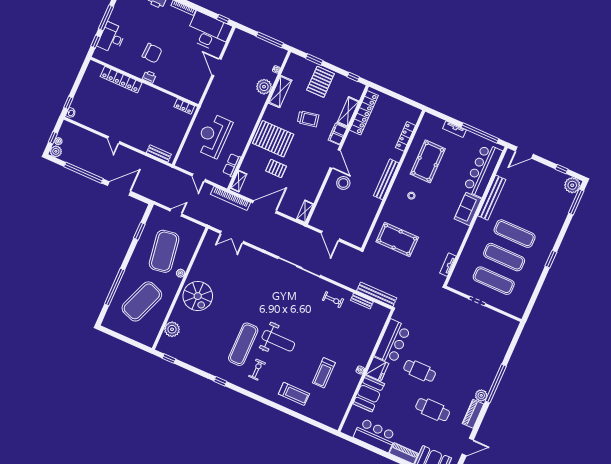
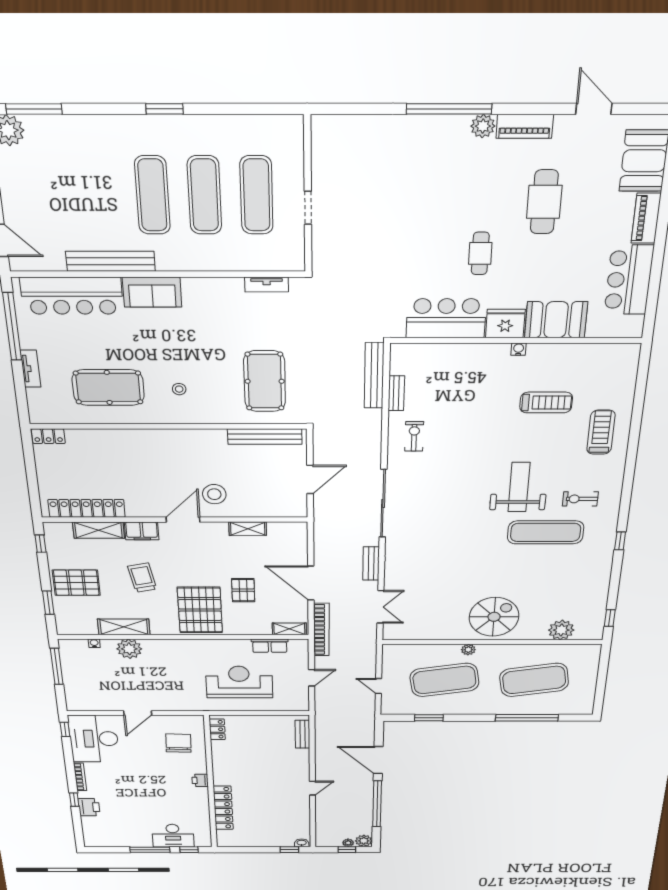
chair: (152, 53) -> (178, 743), moved
reception desk: (213, 136) -> (239, 682), turned 180
locker: (406, 136) -> (48, 436), moved, width x0.66
bench: (386, 179) -> (265, 437), moved
shelving: (305, 212) -> (248, 529), moved
bench: (263, 245) -> (371, 563), added
exercise mat: (142, 301) -> (534, 680), turned -30
cafe table: (420, 371) -> (480, 253), width x0.73, depth x0.74

